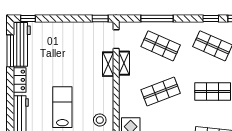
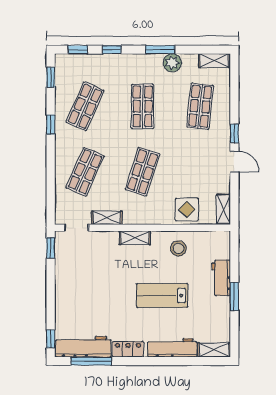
window: (157, 19) -> (51, 176), removed
window: (211, 19) -> (51, 125), moved
shelving: (108, 64) -> (135, 238), moved
shop shelf: (161, 92) -> (143, 172), turned 39

